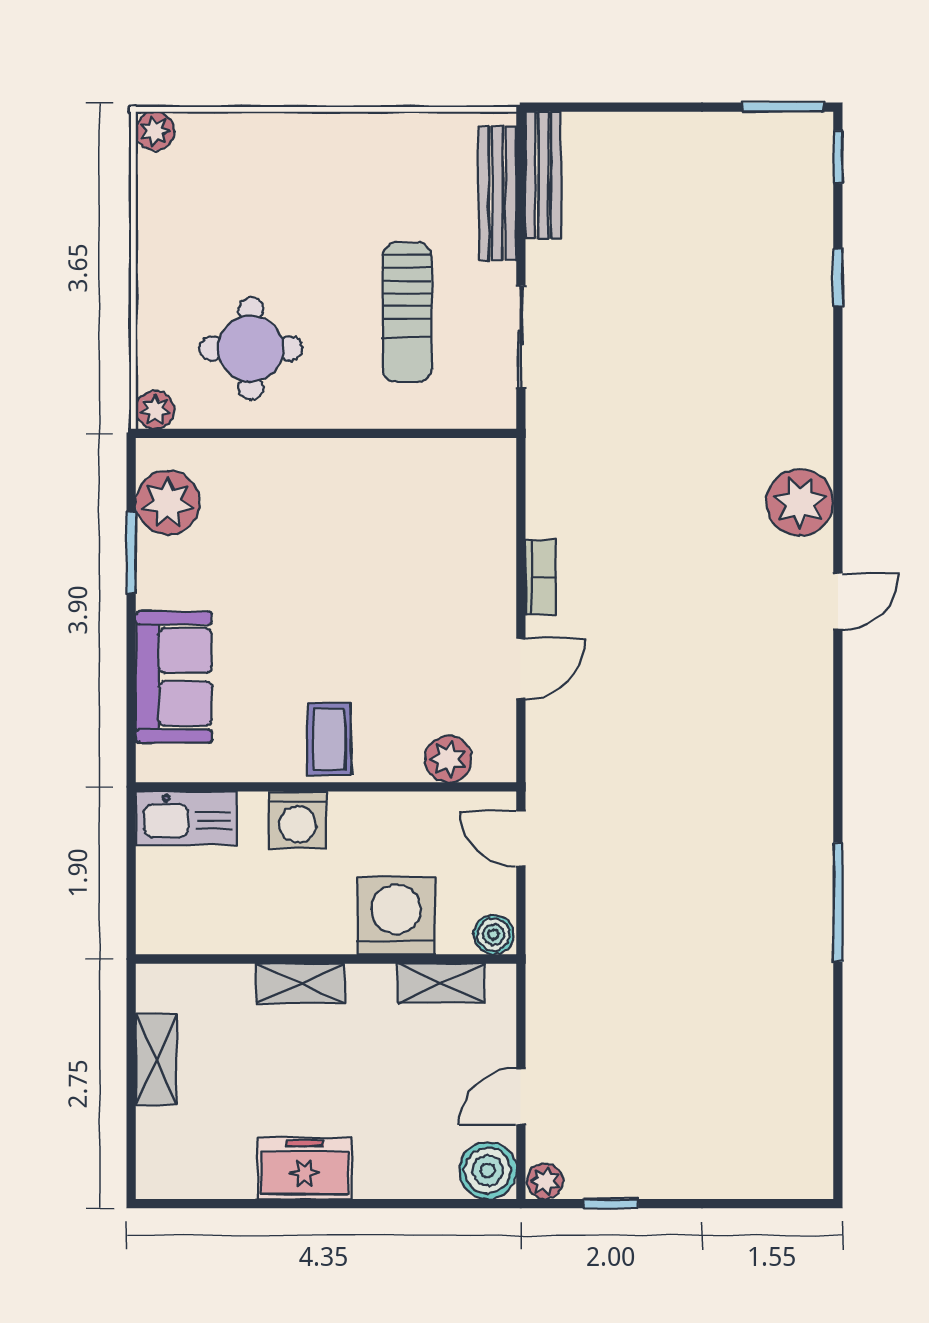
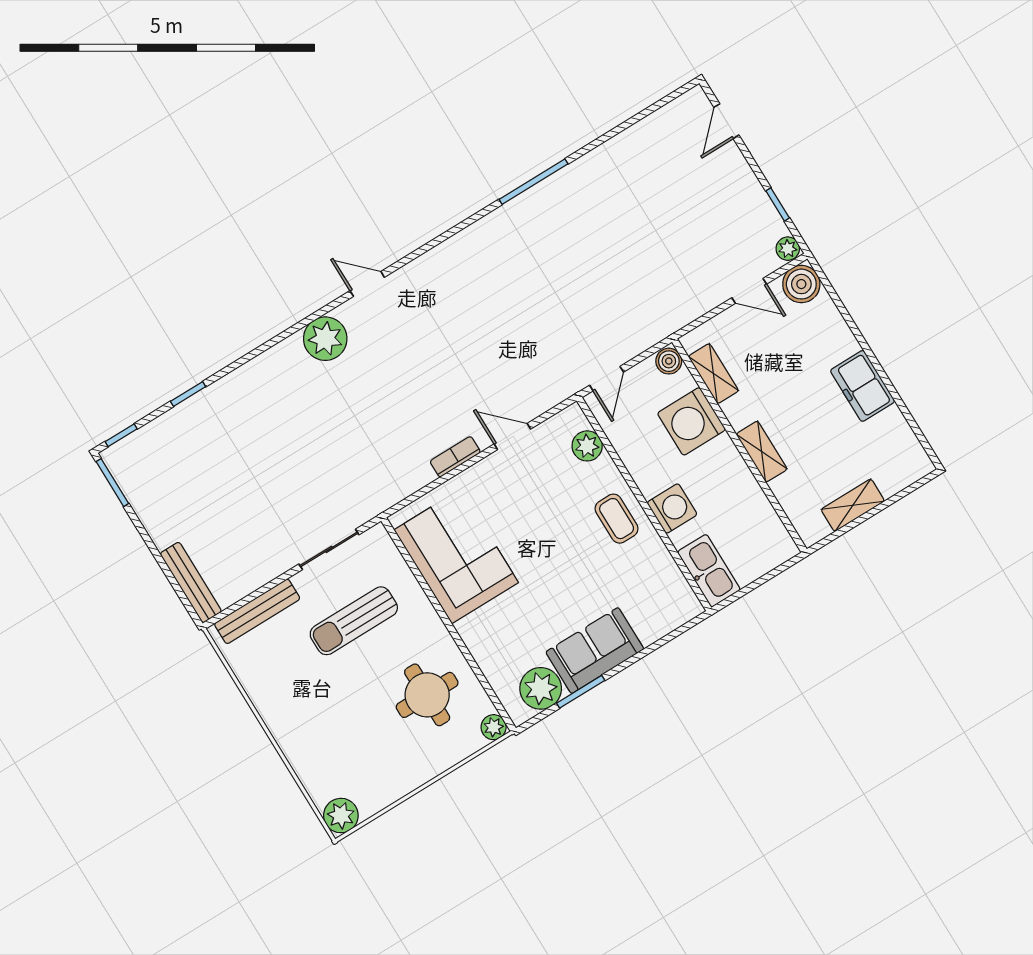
plant: (155, 131) -> (341, 816), width x1.38, depth x1.38
bench: (543, 175) -> (191, 582), moved, turned 90
sun lounger: (407, 312) -> (354, 621), turned 180
corner sofa: (409, 499) -> (456, 556), added
sofa: (174, 677) -> (595, 650), moved
coffee table: (329, 739) -> (617, 519), turned 90
door: (761, 1204) -> (726, 121), added

